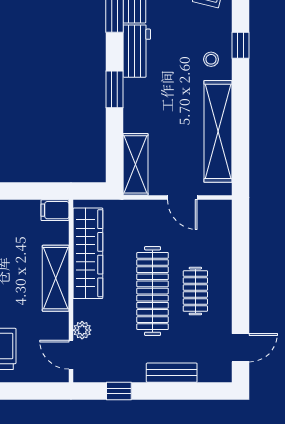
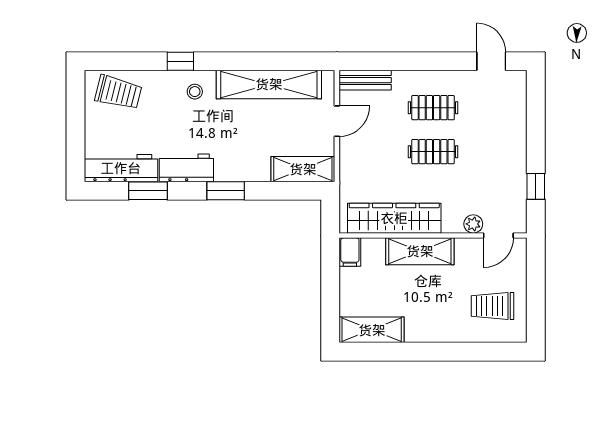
clothes rail: (153, 291) -> (433, 152), width x0.54, depth x0.76
bench: (172, 373) -> (365, 80), moved, turned 90

